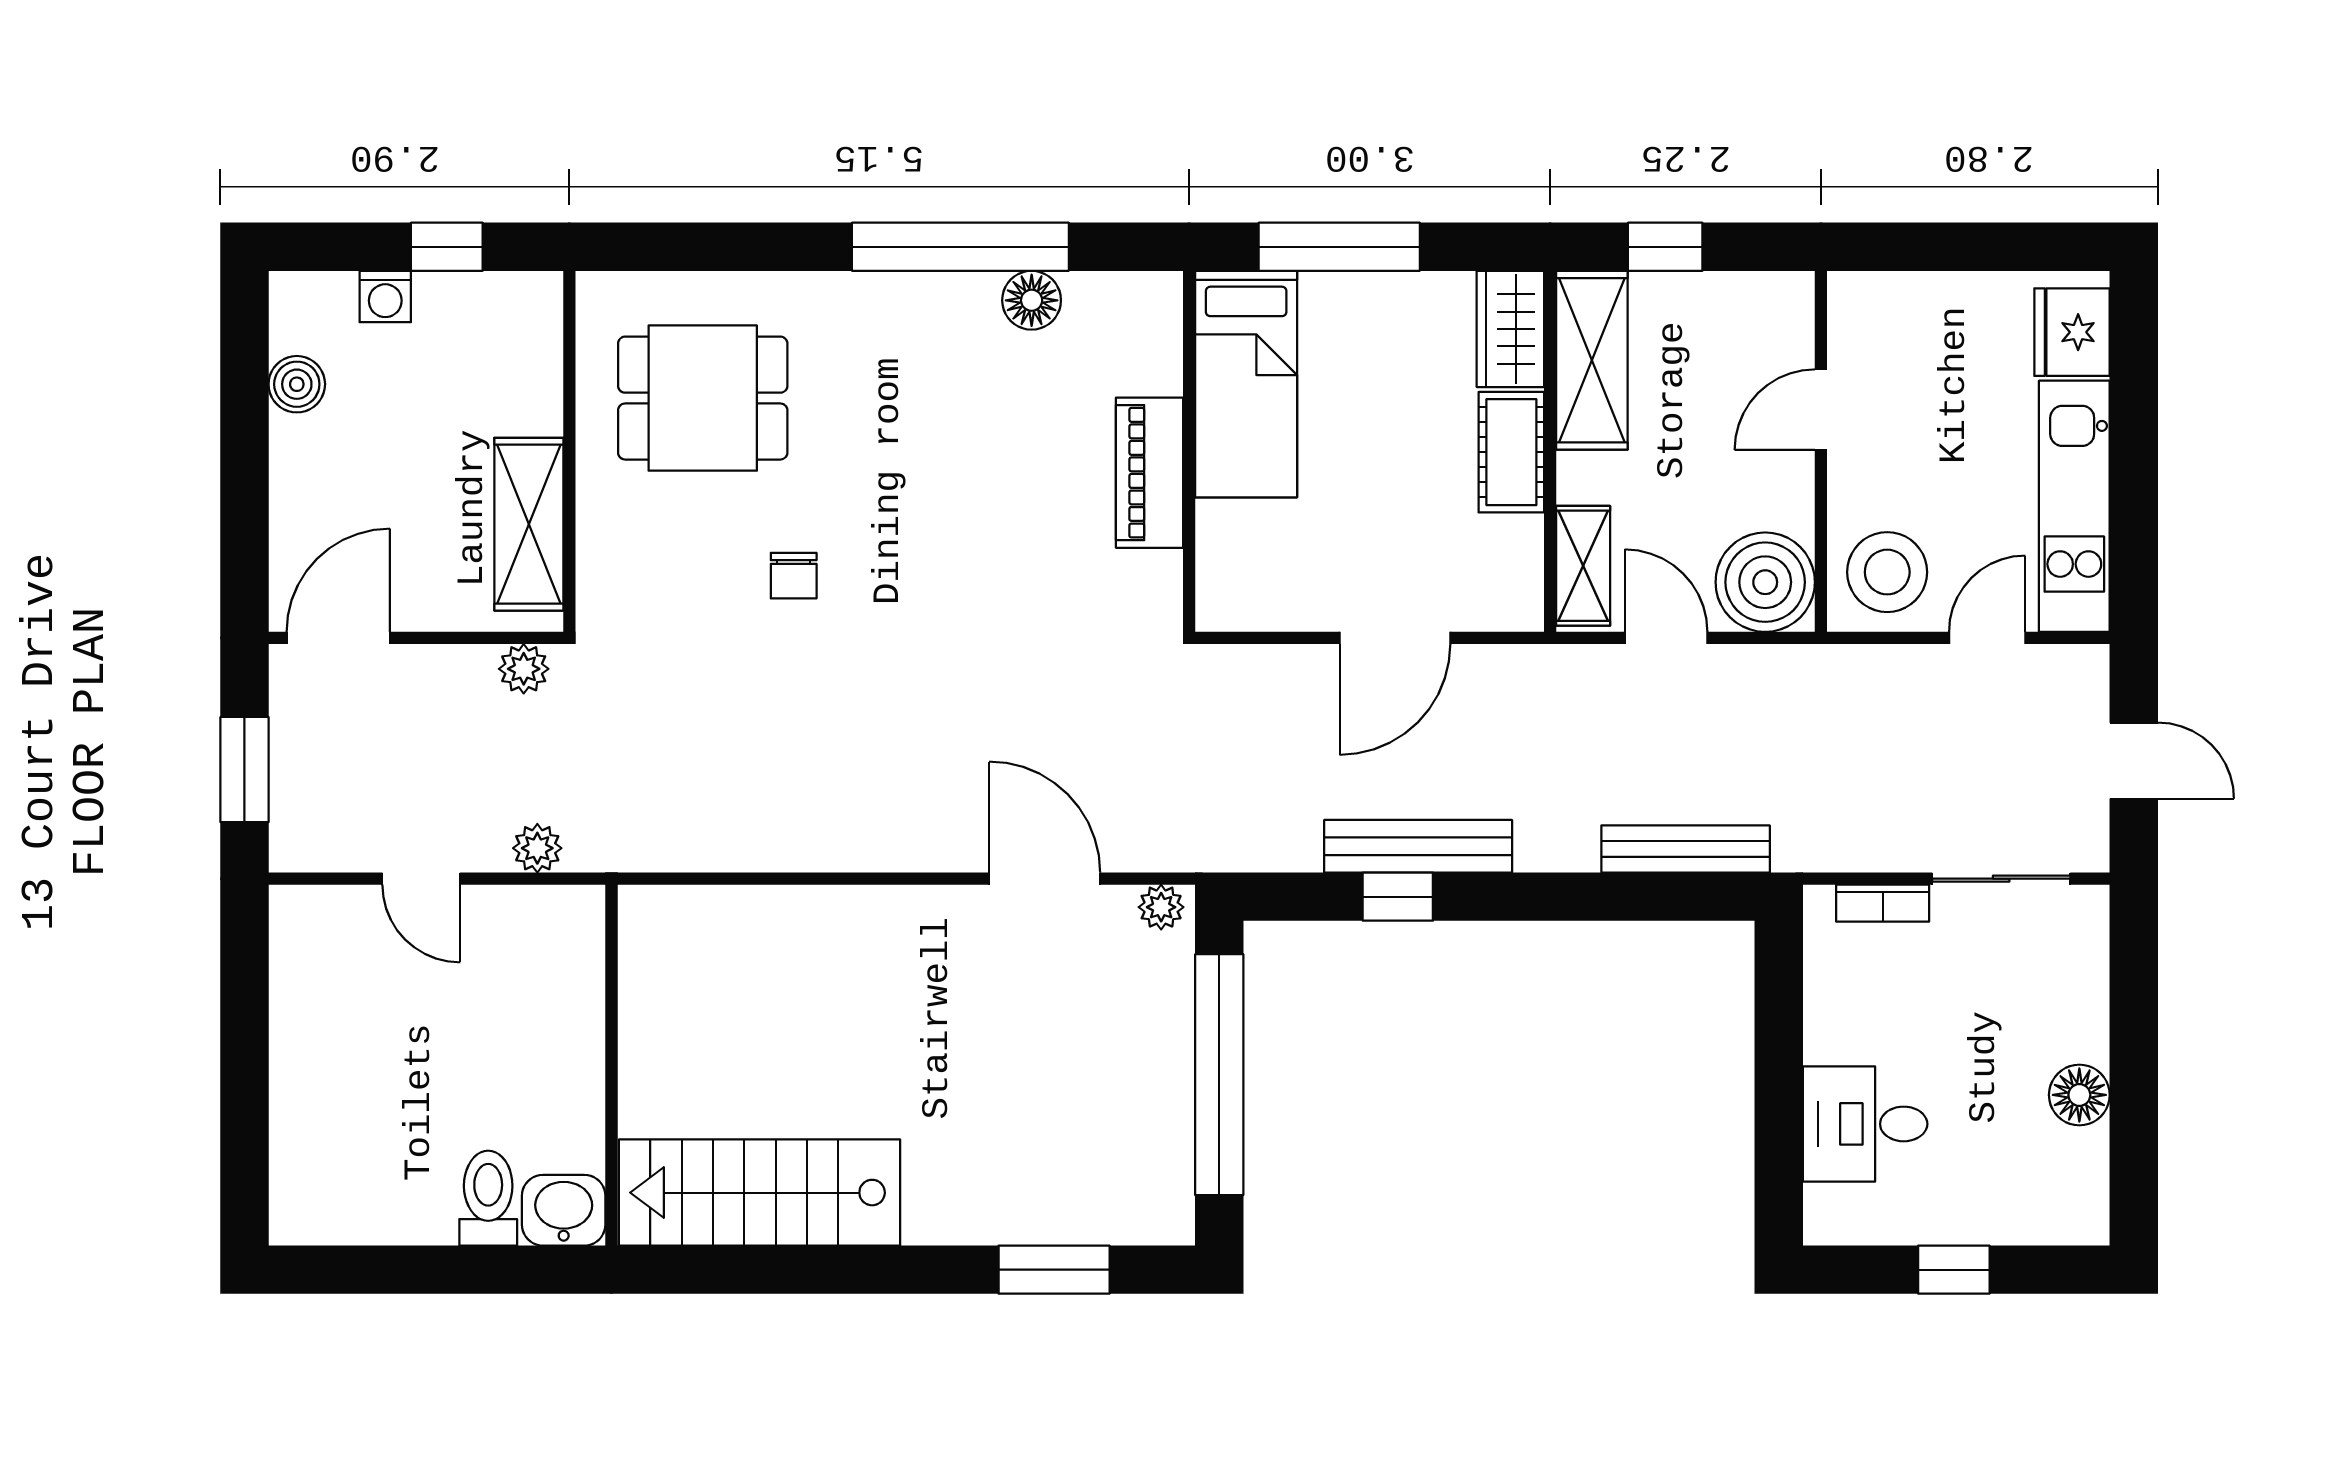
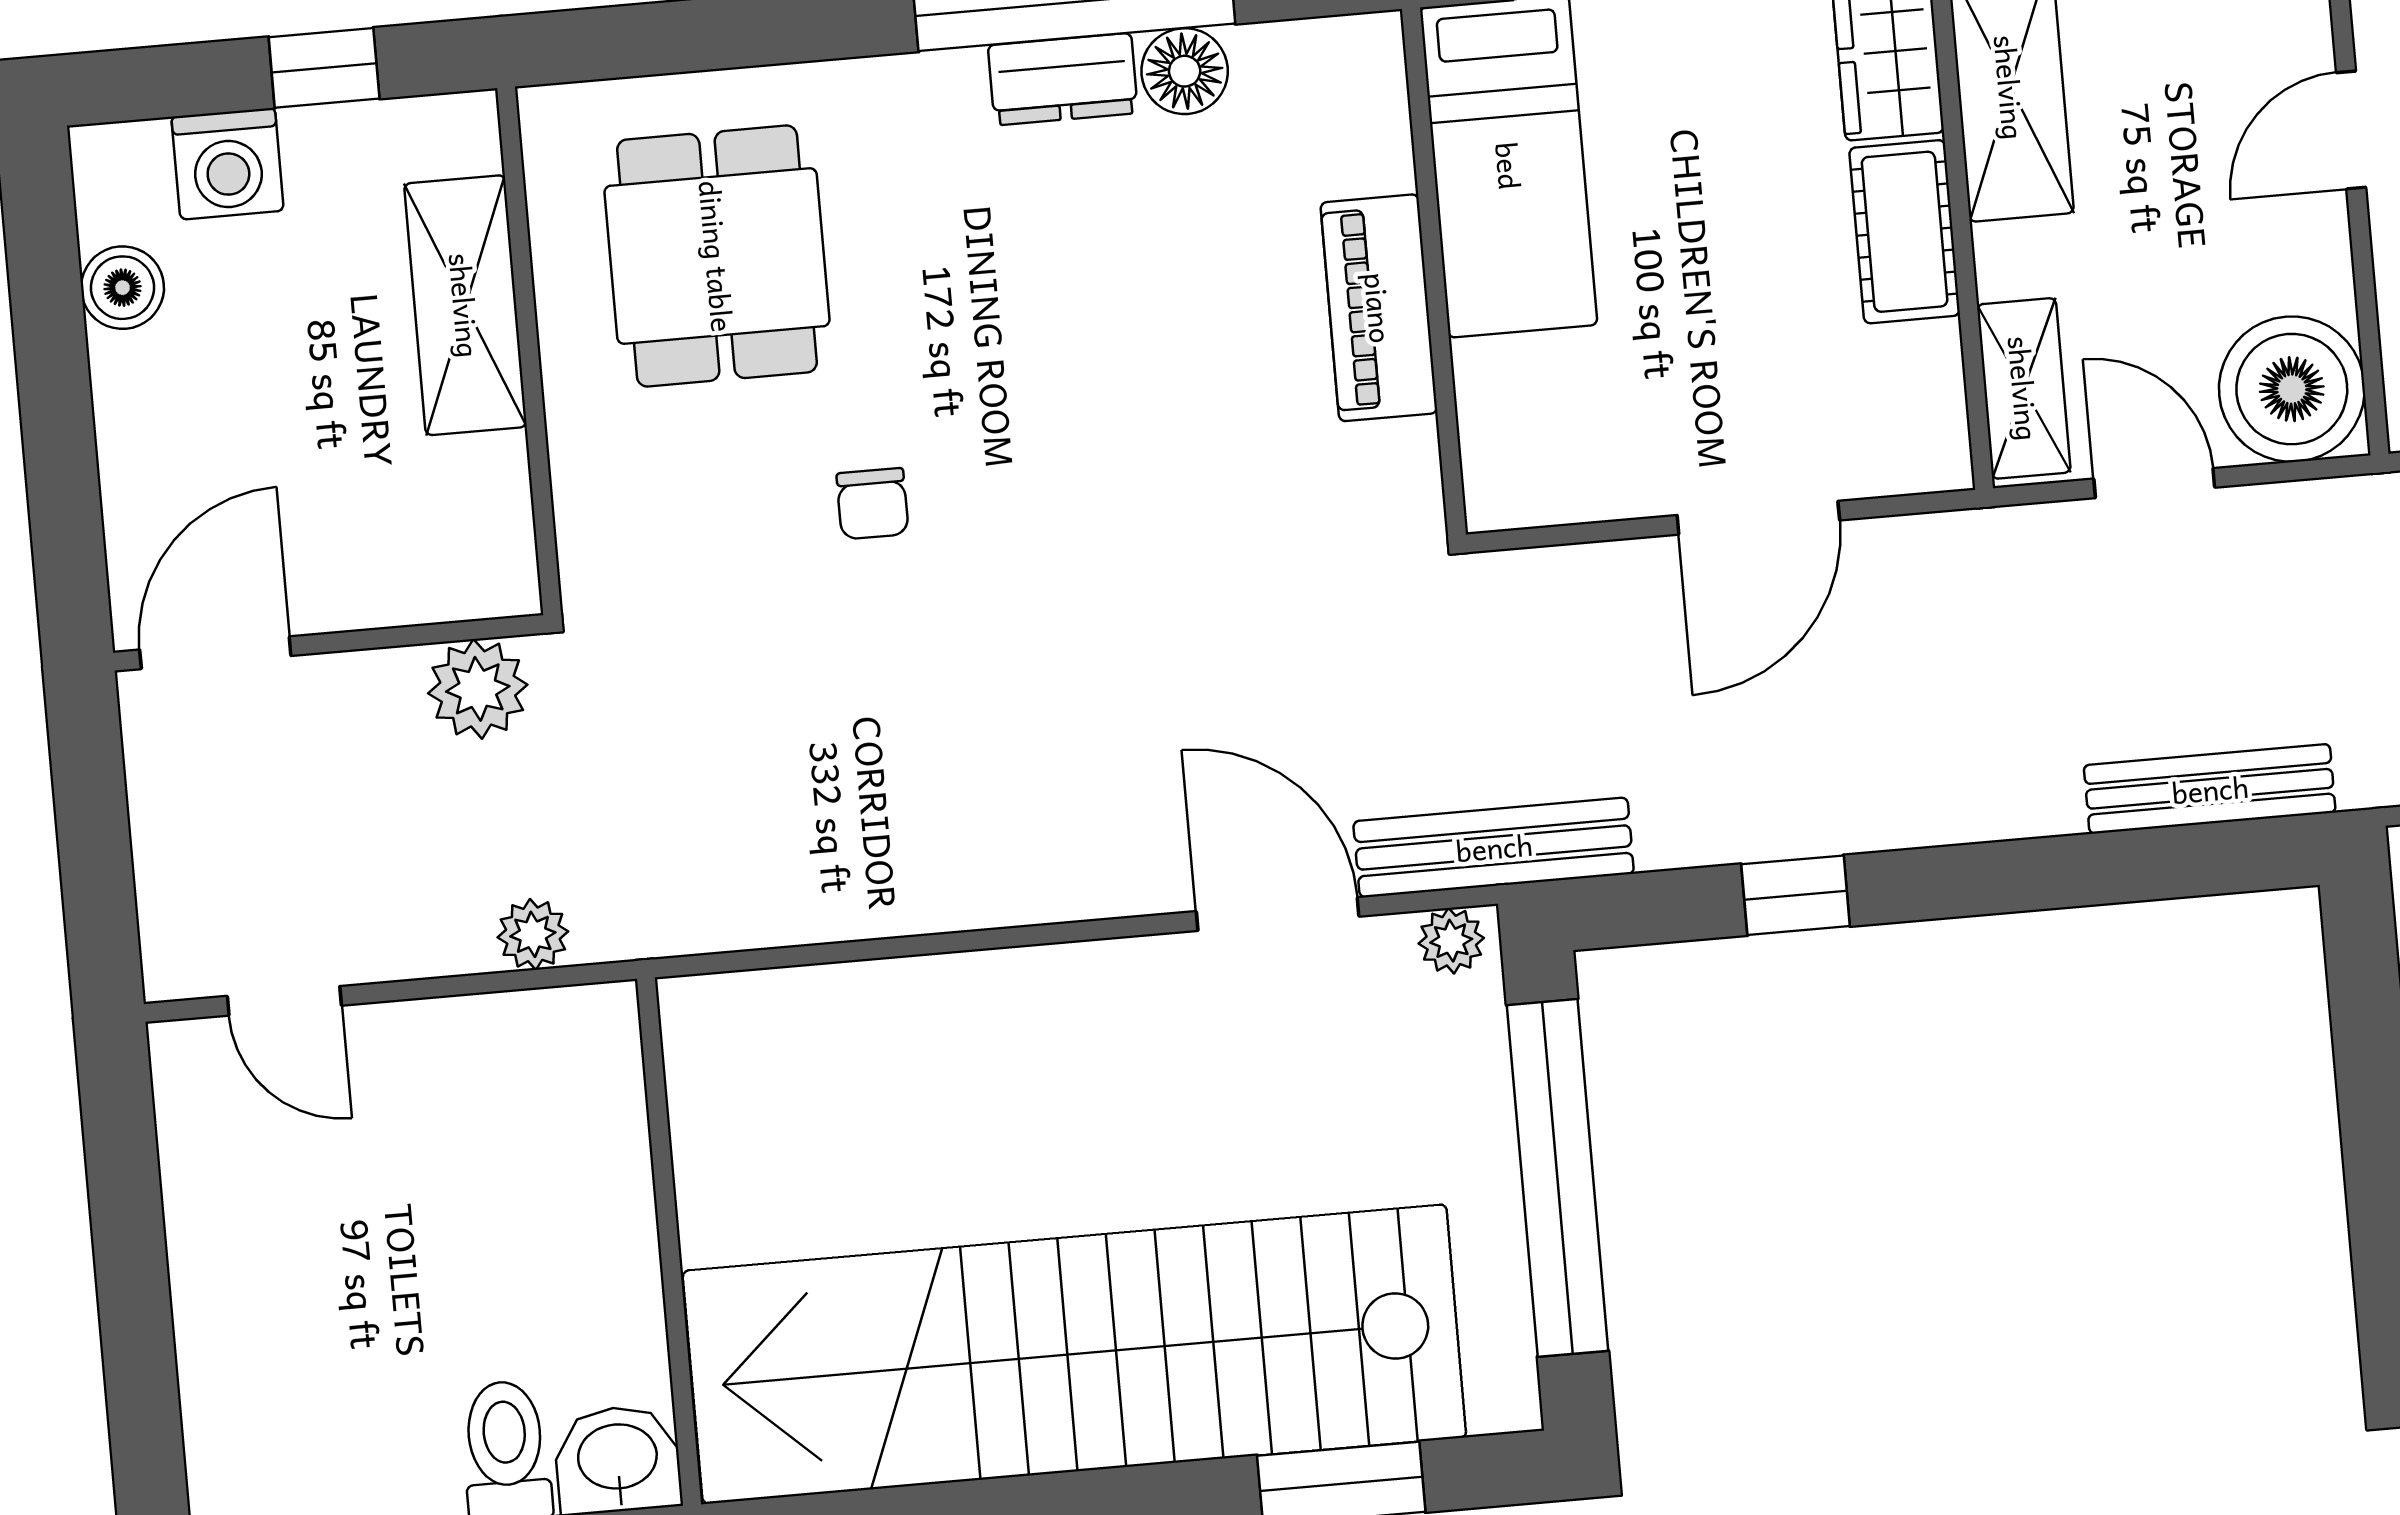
washing machine: (385, 297) -> (228, 164), width x1.38, depth x1.38
dresser: (948, 298) -> (1063, 79), added
dining table: (703, 398) -> (717, 256), turned 90
shelving: (529, 524) -> (465, 305), moved
plant: (524, 669) -> (478, 689), width x1.38, depth x1.38
window: (244, 770) -> (95, 857), removed
bench: (1418, 846) -> (1494, 847), moved
door: (421, 879) -> (284, 1001), moved
stairs: (760, 1193) -> (1074, 1354), width x1.86, depth x1.51

